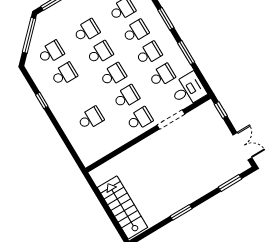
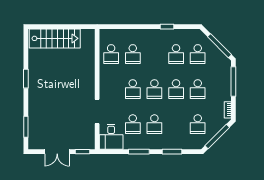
school desk: (136, 32) -> (176, 124), removed
school desk: (140, 119) -> (111, 54), moved
double door: (242, 146) -> (57, 152), moved

